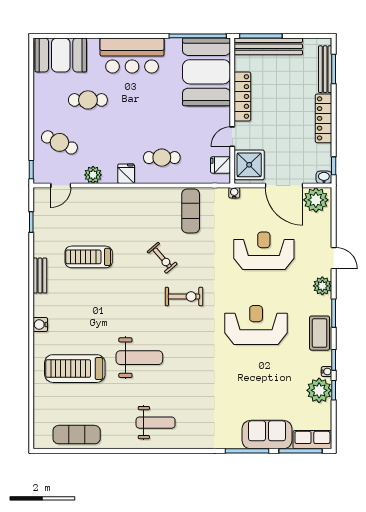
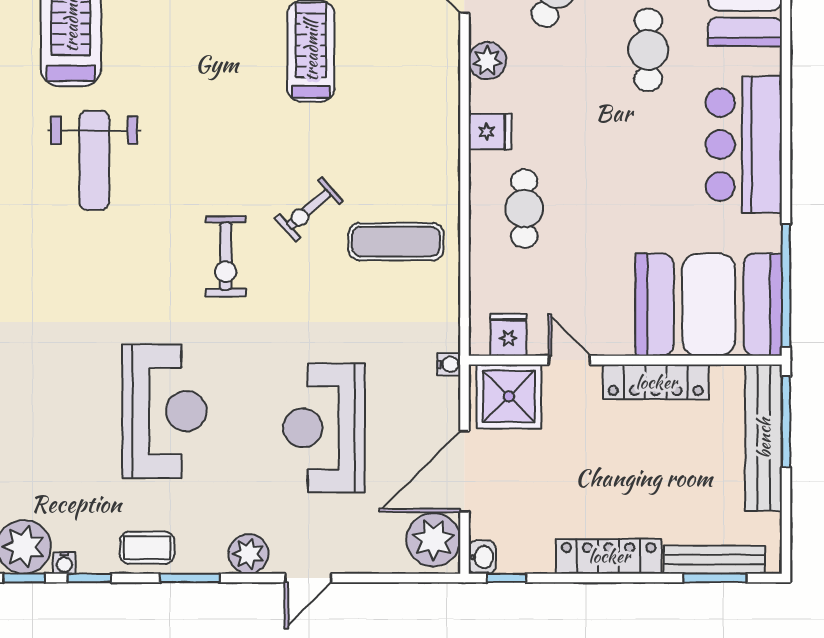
exercise mat: (191, 211) -> (396, 242), moved
reception desk: (264, 251) -> (324, 428), turned 180
coffee table: (320, 333) -> (147, 548), width x0.73, depth x0.77

